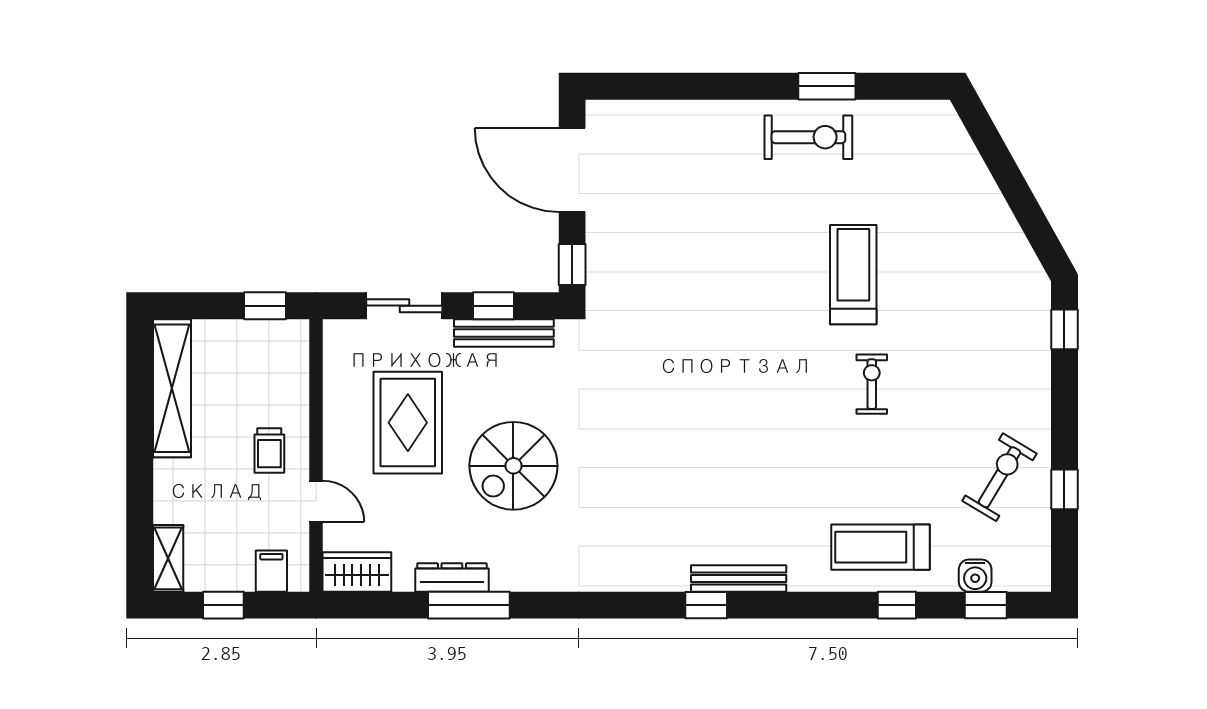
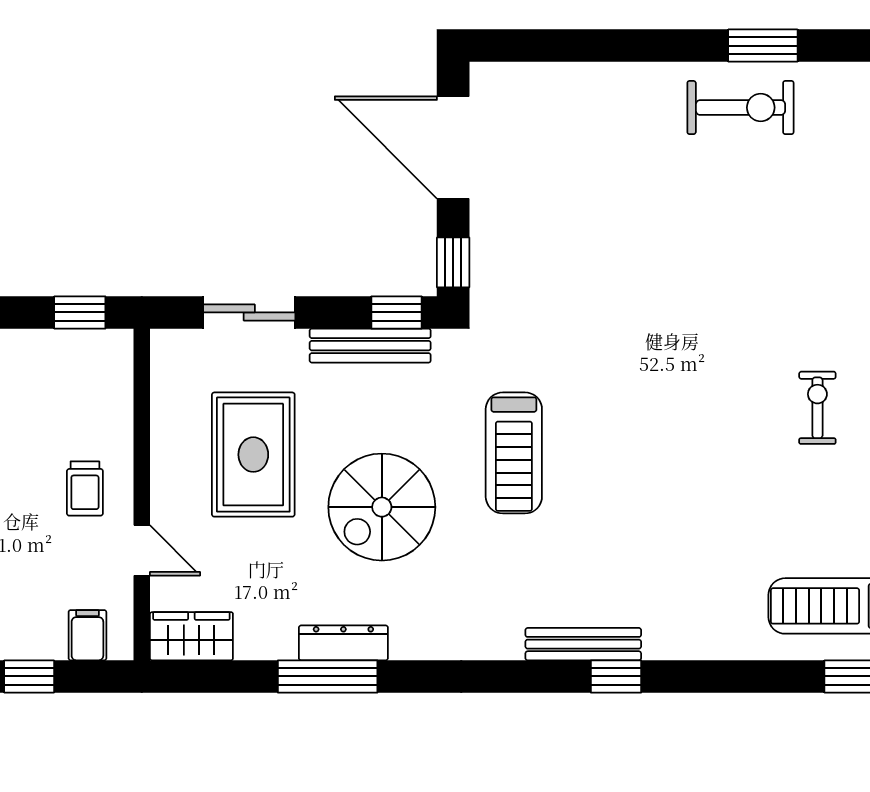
treadmill: (853, 275) -> (514, 453), moved, turned 180
window: (493, 306) -> (397, 312), moved
dresser: (452, 577) -> (343, 643), moved
bench: (739, 578) -> (583, 644), moved

